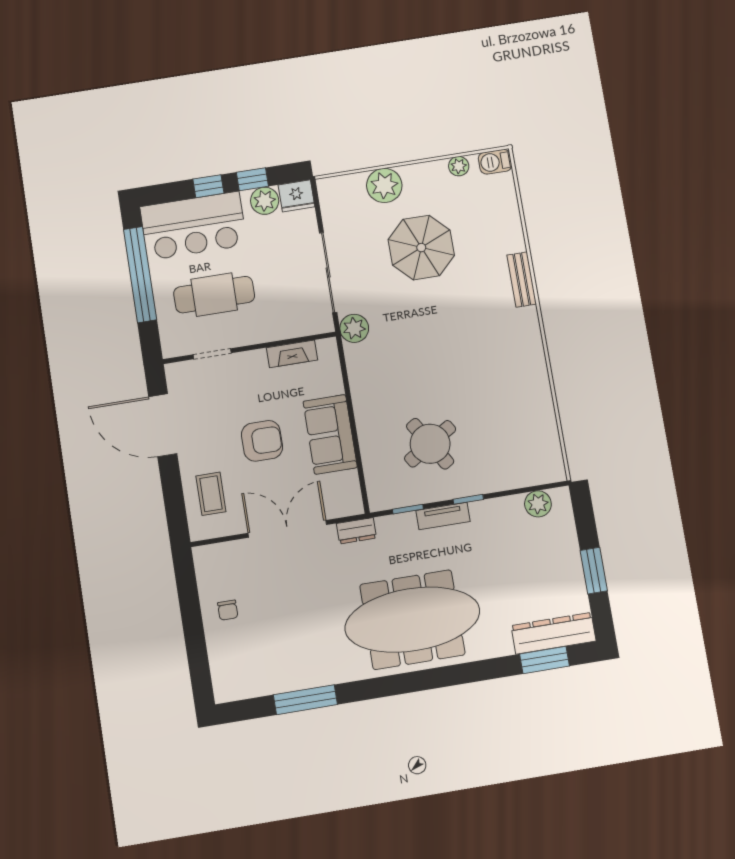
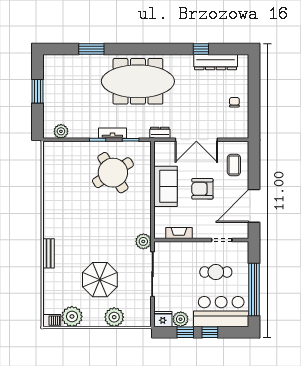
plant: (459, 166) -> (72, 316), width x1.87, depth x1.87
cafe table: (214, 295) -> (216, 272), width x0.73, depth x0.74
door: (163, 425) -> (254, 206), swing flipped
round table: (430, 444) -> (113, 173), width x1.36, depth x1.36
dresser: (554, 633) -> (216, 62), moved
window: (544, 660) -> (91, 49), moved
window: (305, 700) -> (201, 49), width x0.46

